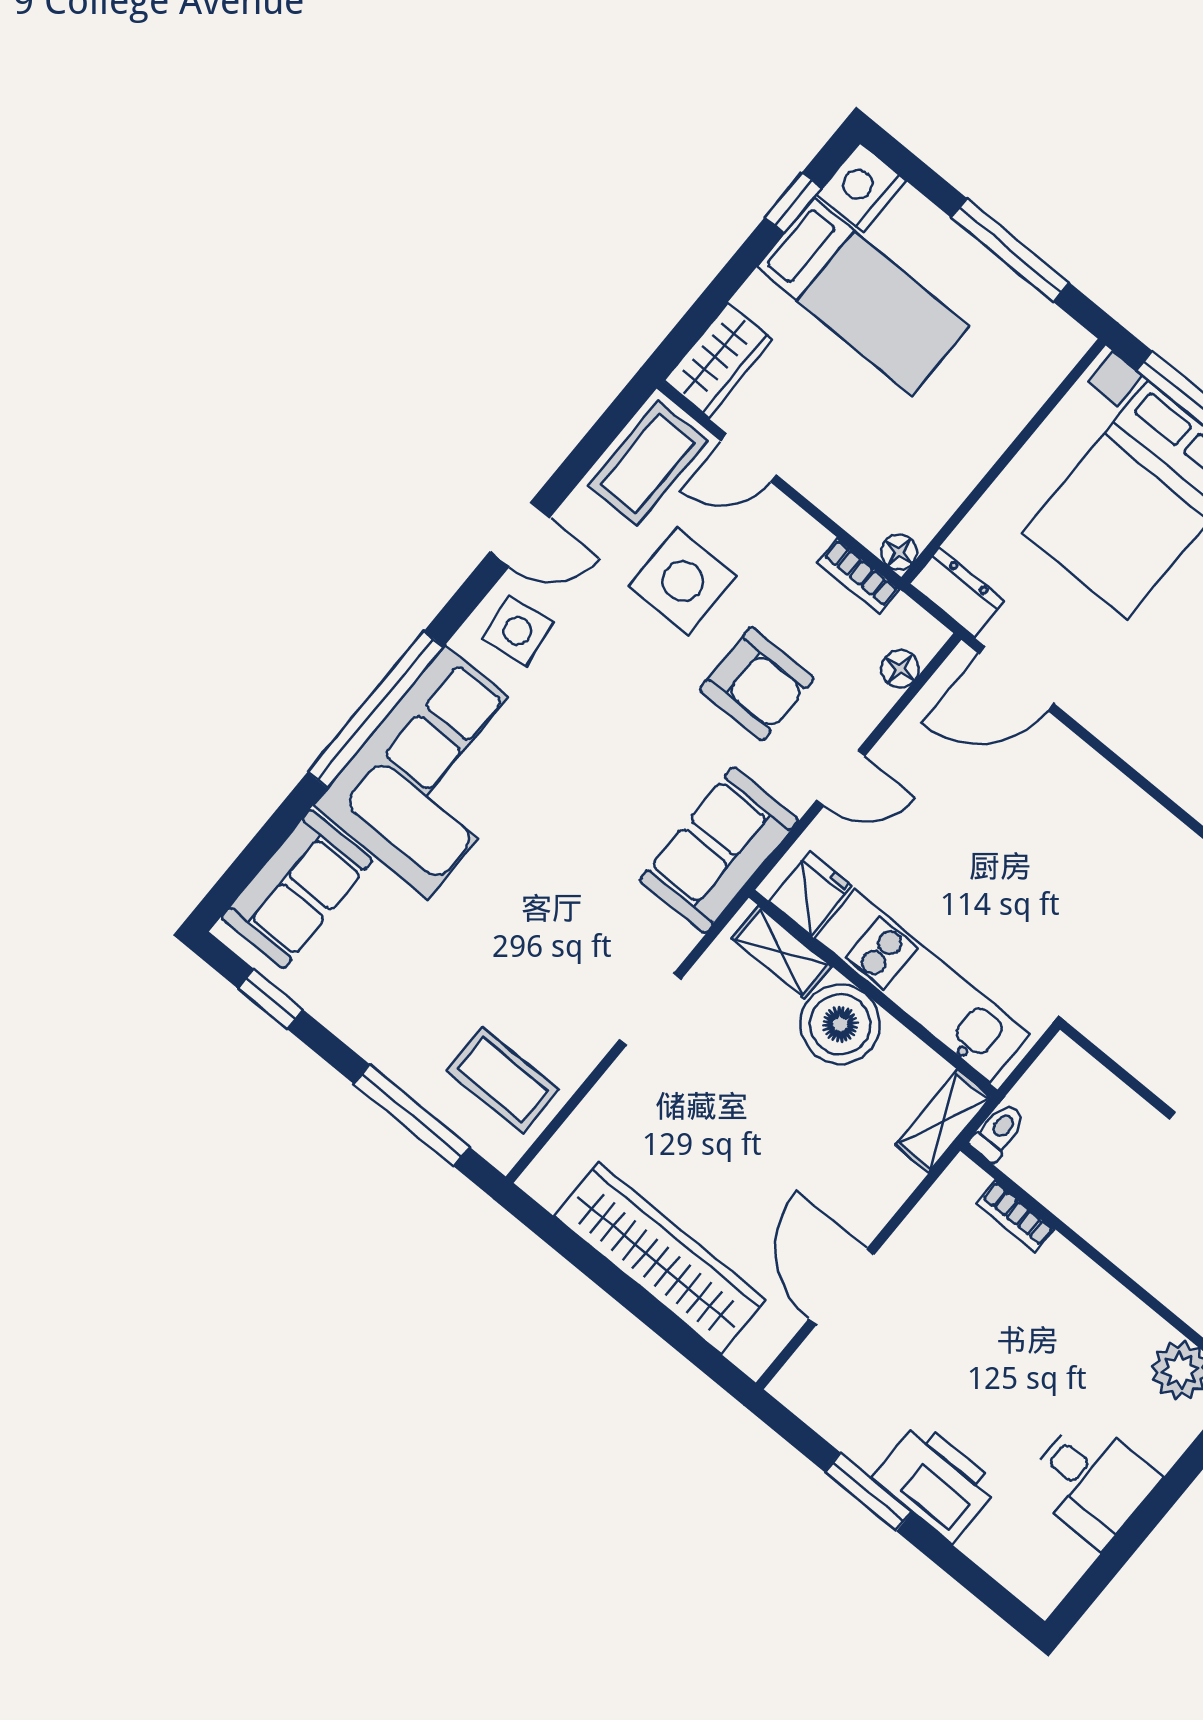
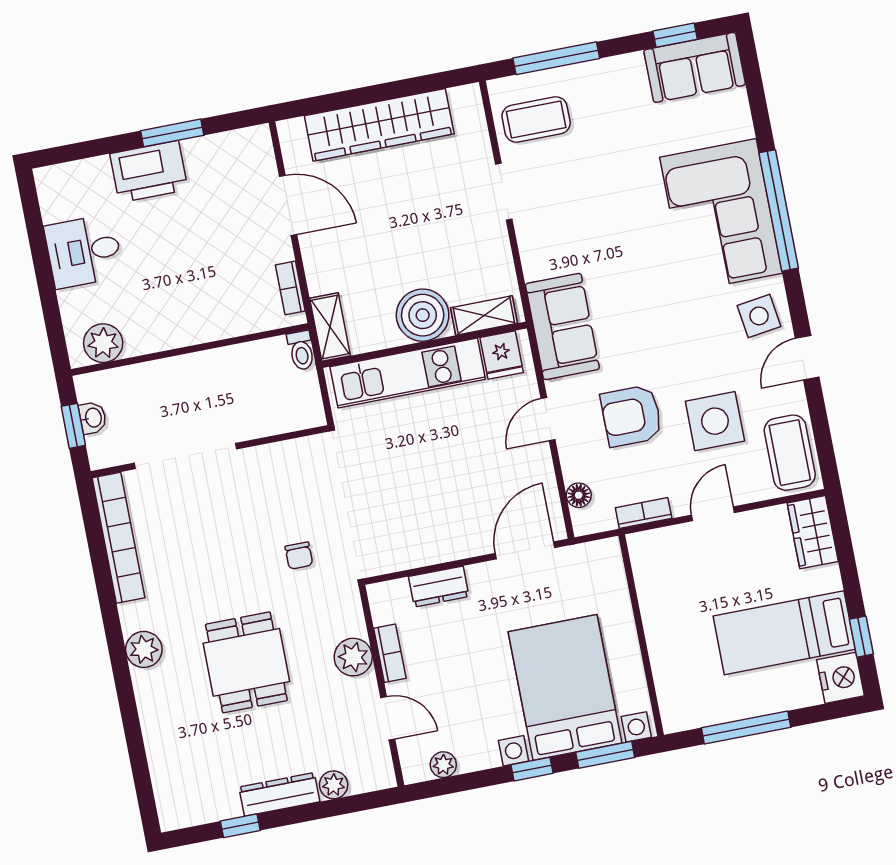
door: (749, 458) -> (713, 514), moved
floor lamp: (899, 552) -> (639, 544), removed
dresser: (957, 592) -> (439, 587), moved
sofa: (297, 889) -> (695, 67), moved, turned -90
doorway: (650, 1009) -> (504, 192), moved
bookcase: (1015, 1216) -> (290, 288), moved, turned -90

